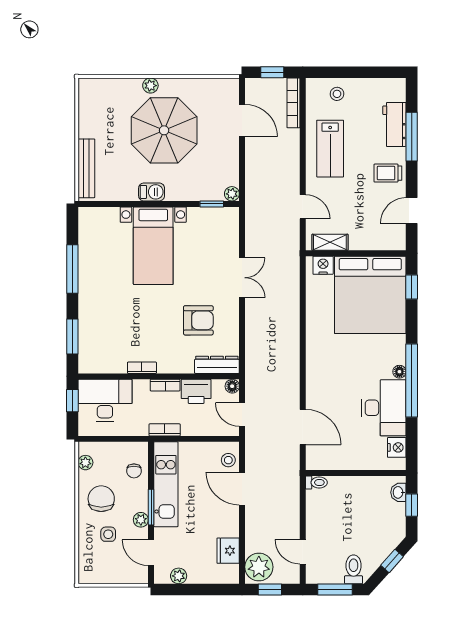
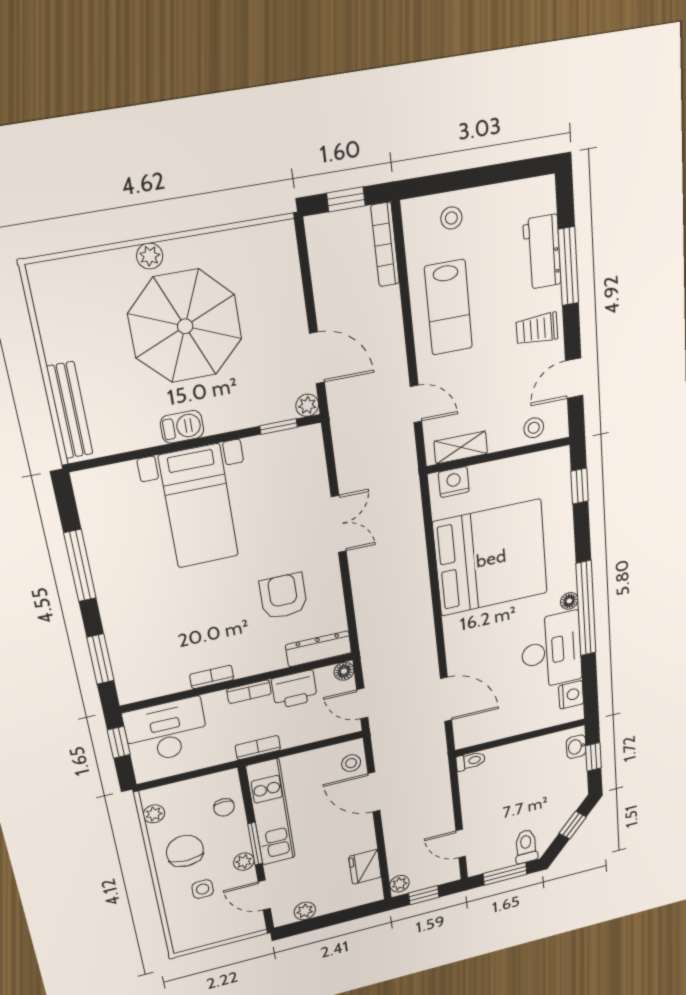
door: (242, 120) -> (317, 358), moved
stool: (381, 239) -> (534, 428), added
bed: (370, 295) -> (491, 558), moved, turned -90
armchair: (198, 320) -> (283, 596), turned -90
plant: (259, 567) -> (400, 884), width x0.53, depth x0.53

